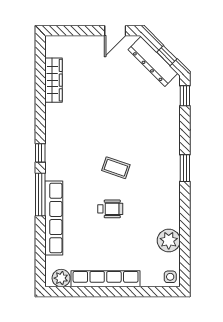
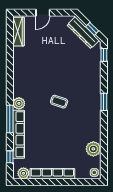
door: (115, 31) -> (43, 13), moved
wardrobe: (54, 80) -> (19, 32), moved
window: (40, 153) -> (10, 157), moved
plant: (54, 170) -> (19, 103), added
wheelchair: (110, 209) -> (55, 128), removed

